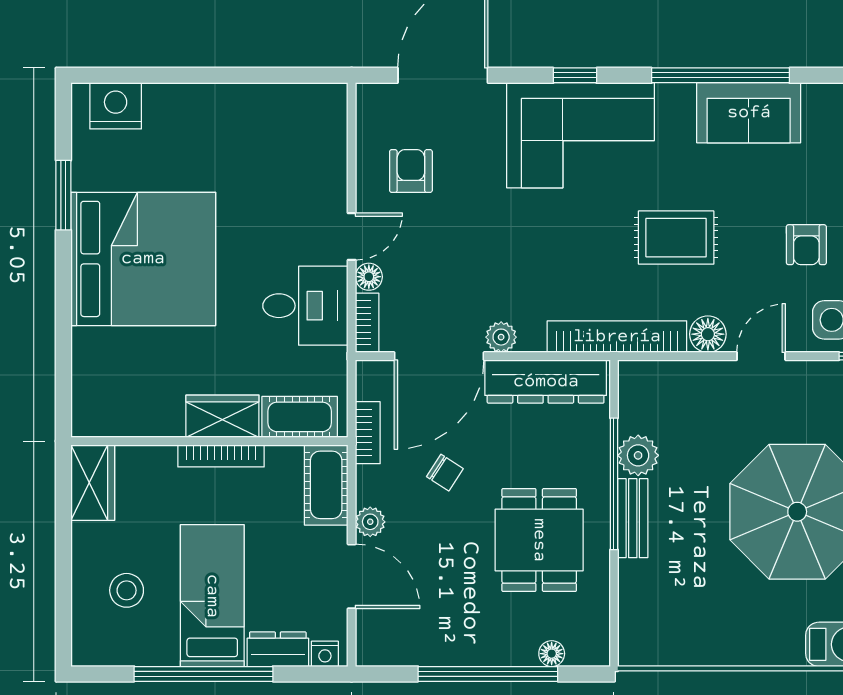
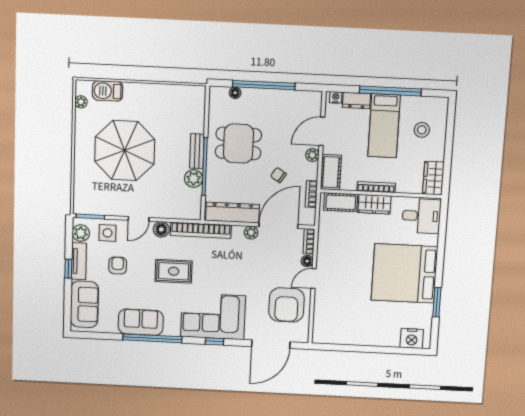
armchair: (411, 171) -> (287, 305), width x1.88, depth x1.88
desk: (305, 306) -> (421, 216), moved, turned 180
dining table: (539, 540) -> (238, 143), turned 90
door: (352, 576) -> (322, 131), hinge flipped

